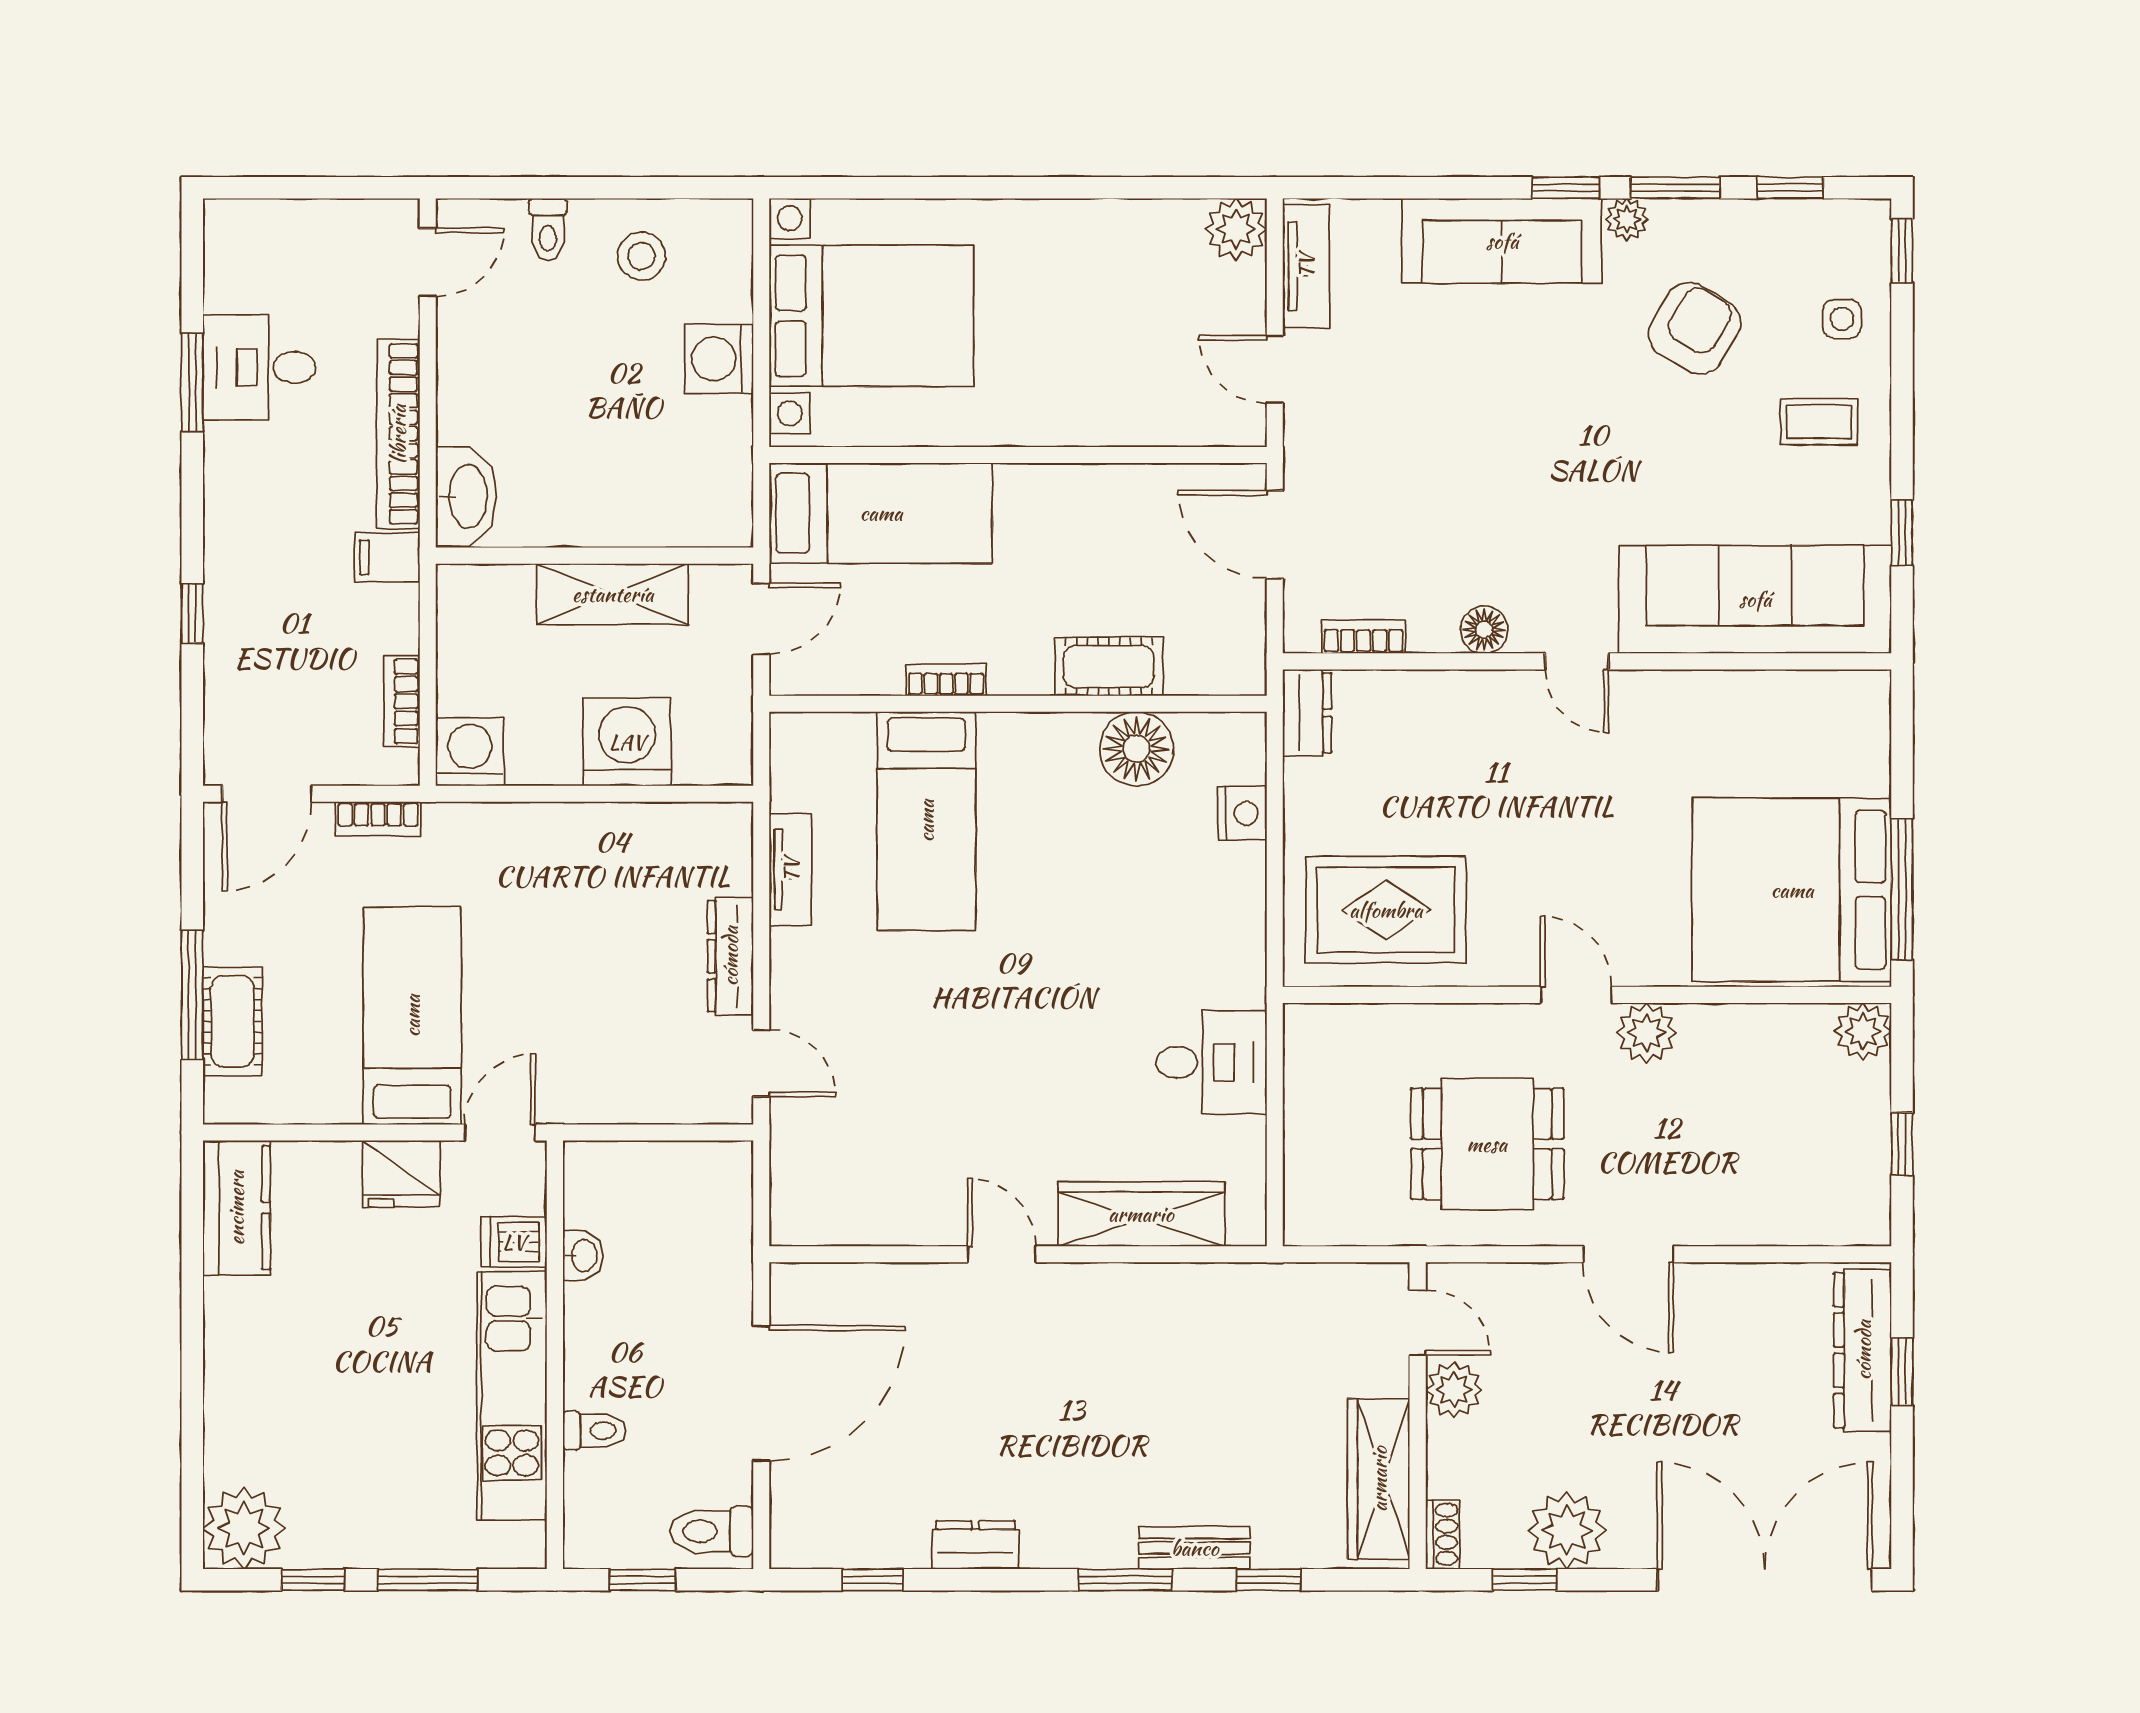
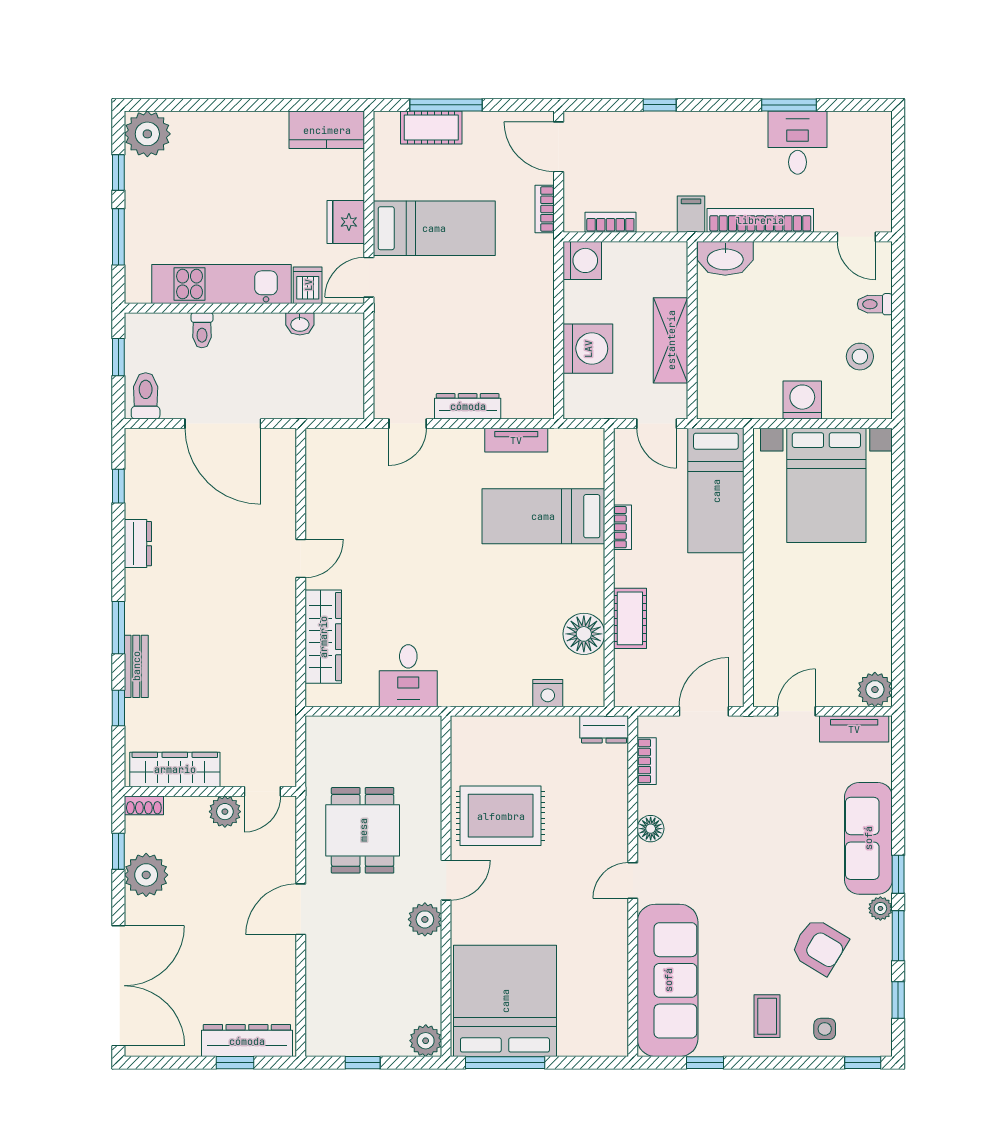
rug: (1386, 910) -> (501, 816), moved, turned 90
door: (500, 1133) -> (369, 277), swing flipped

